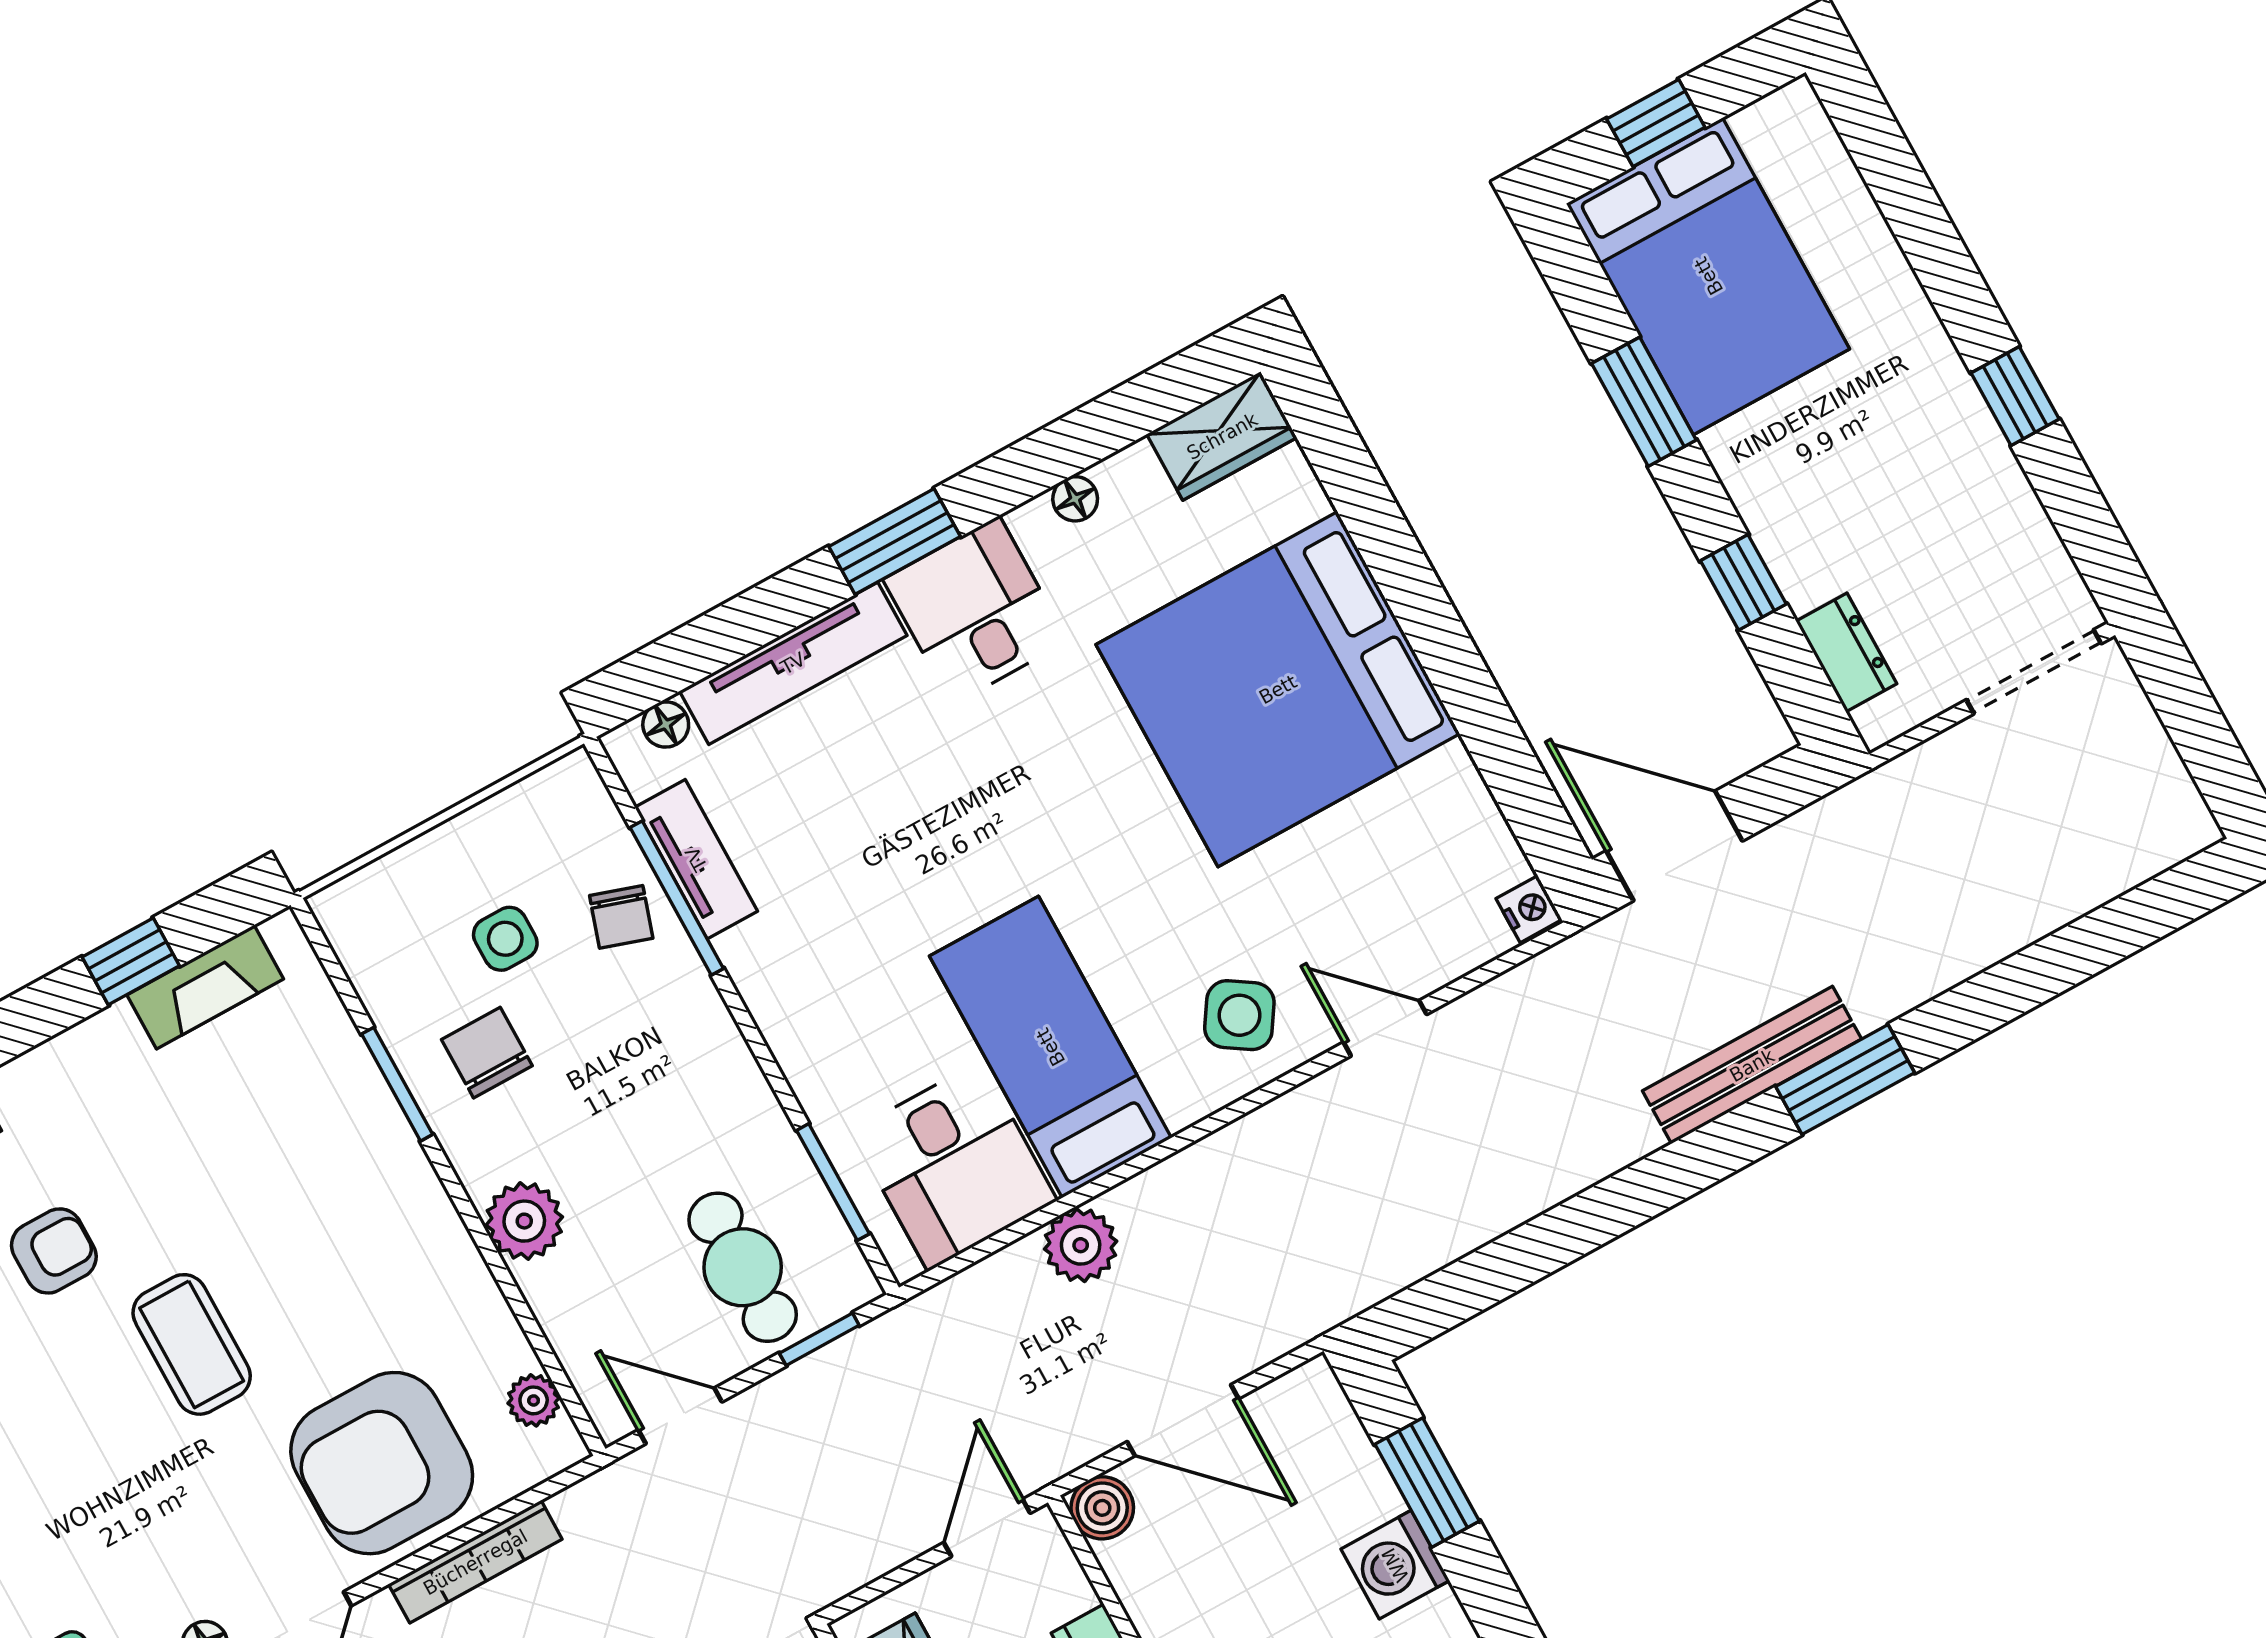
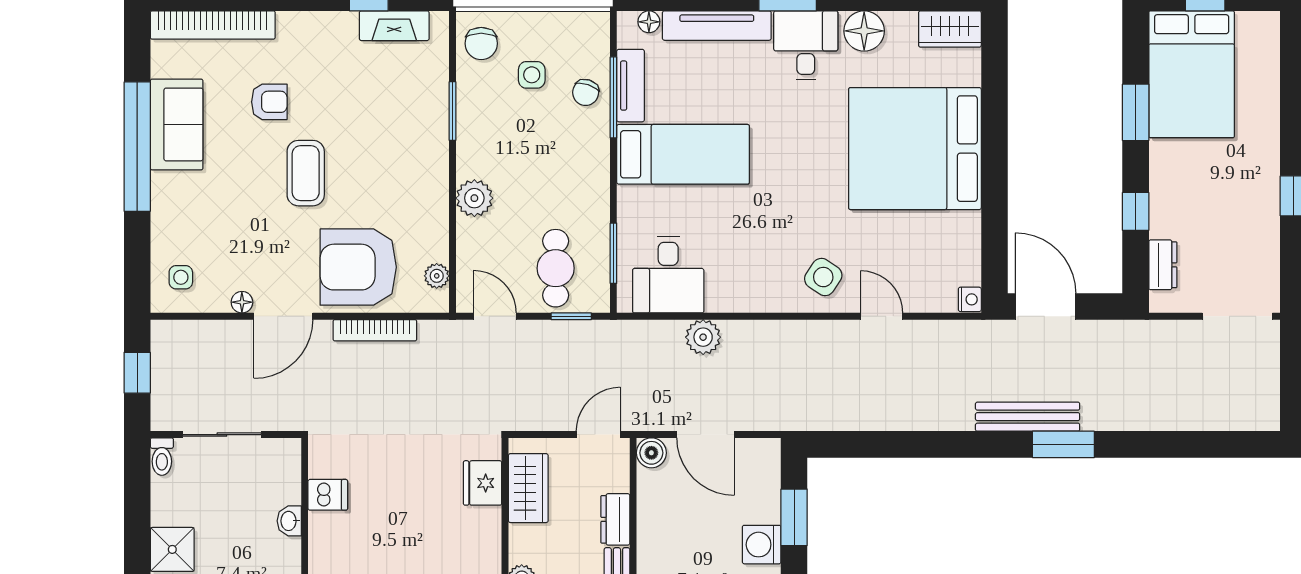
floor lamp: (1075, 499) -> (864, 31), width x1.89, depth x1.89
bed: (1050, 1047) -> (683, 154), moved, turned 90
chair: (487, 1053) -> (481, 43), moved, turned 180

